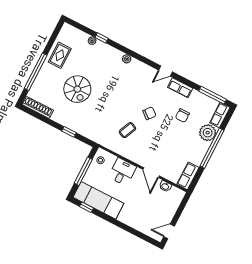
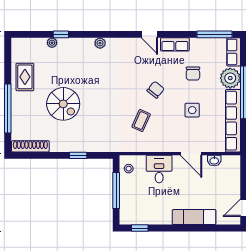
door: (166, 71) -> (149, 34), hinge flipped
side table: (168, 142) -> (192, 110), added
row of seats: (188, 176) -> (233, 121), width x2.02
exam couch: (98, 200) -> (194, 217), moved, width x0.73, depth x0.69

